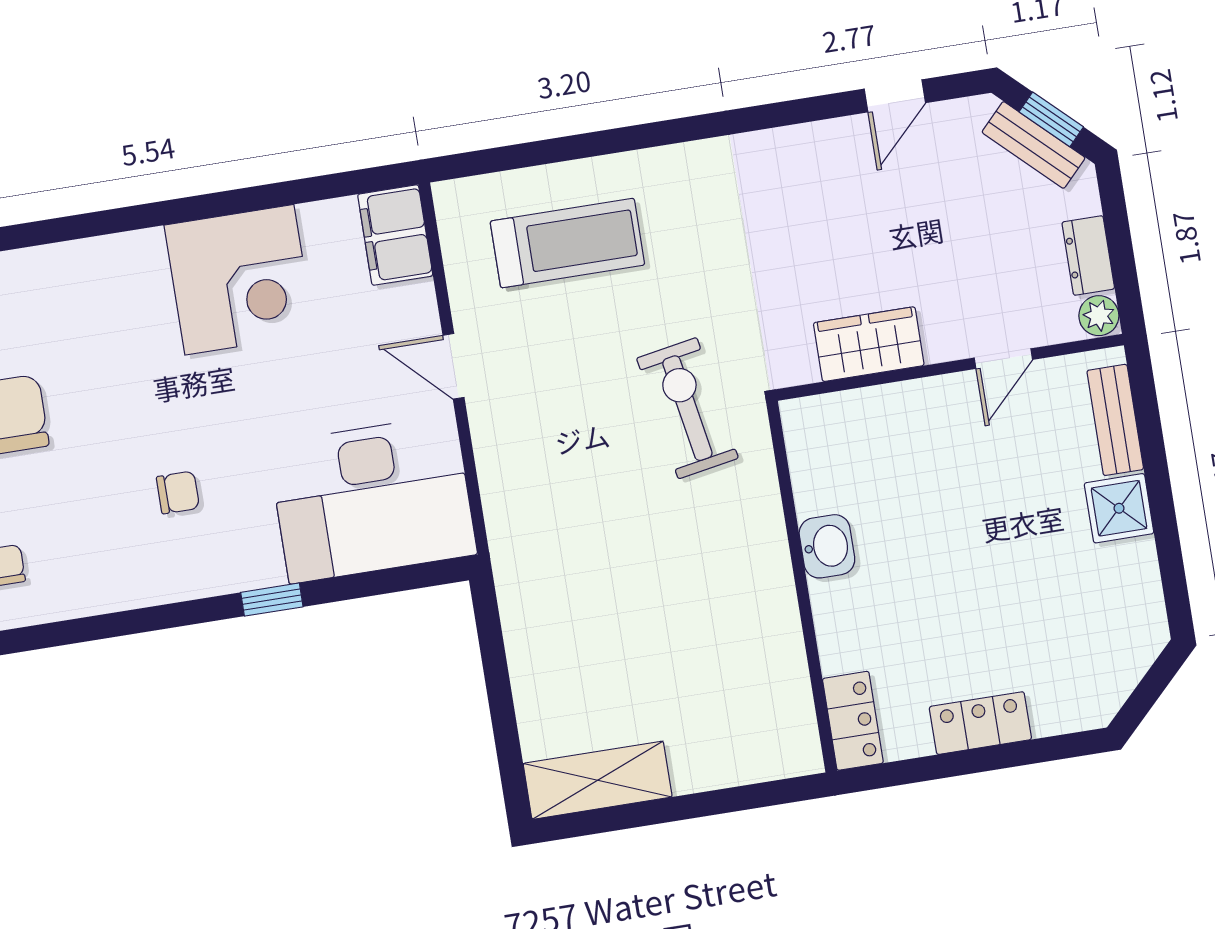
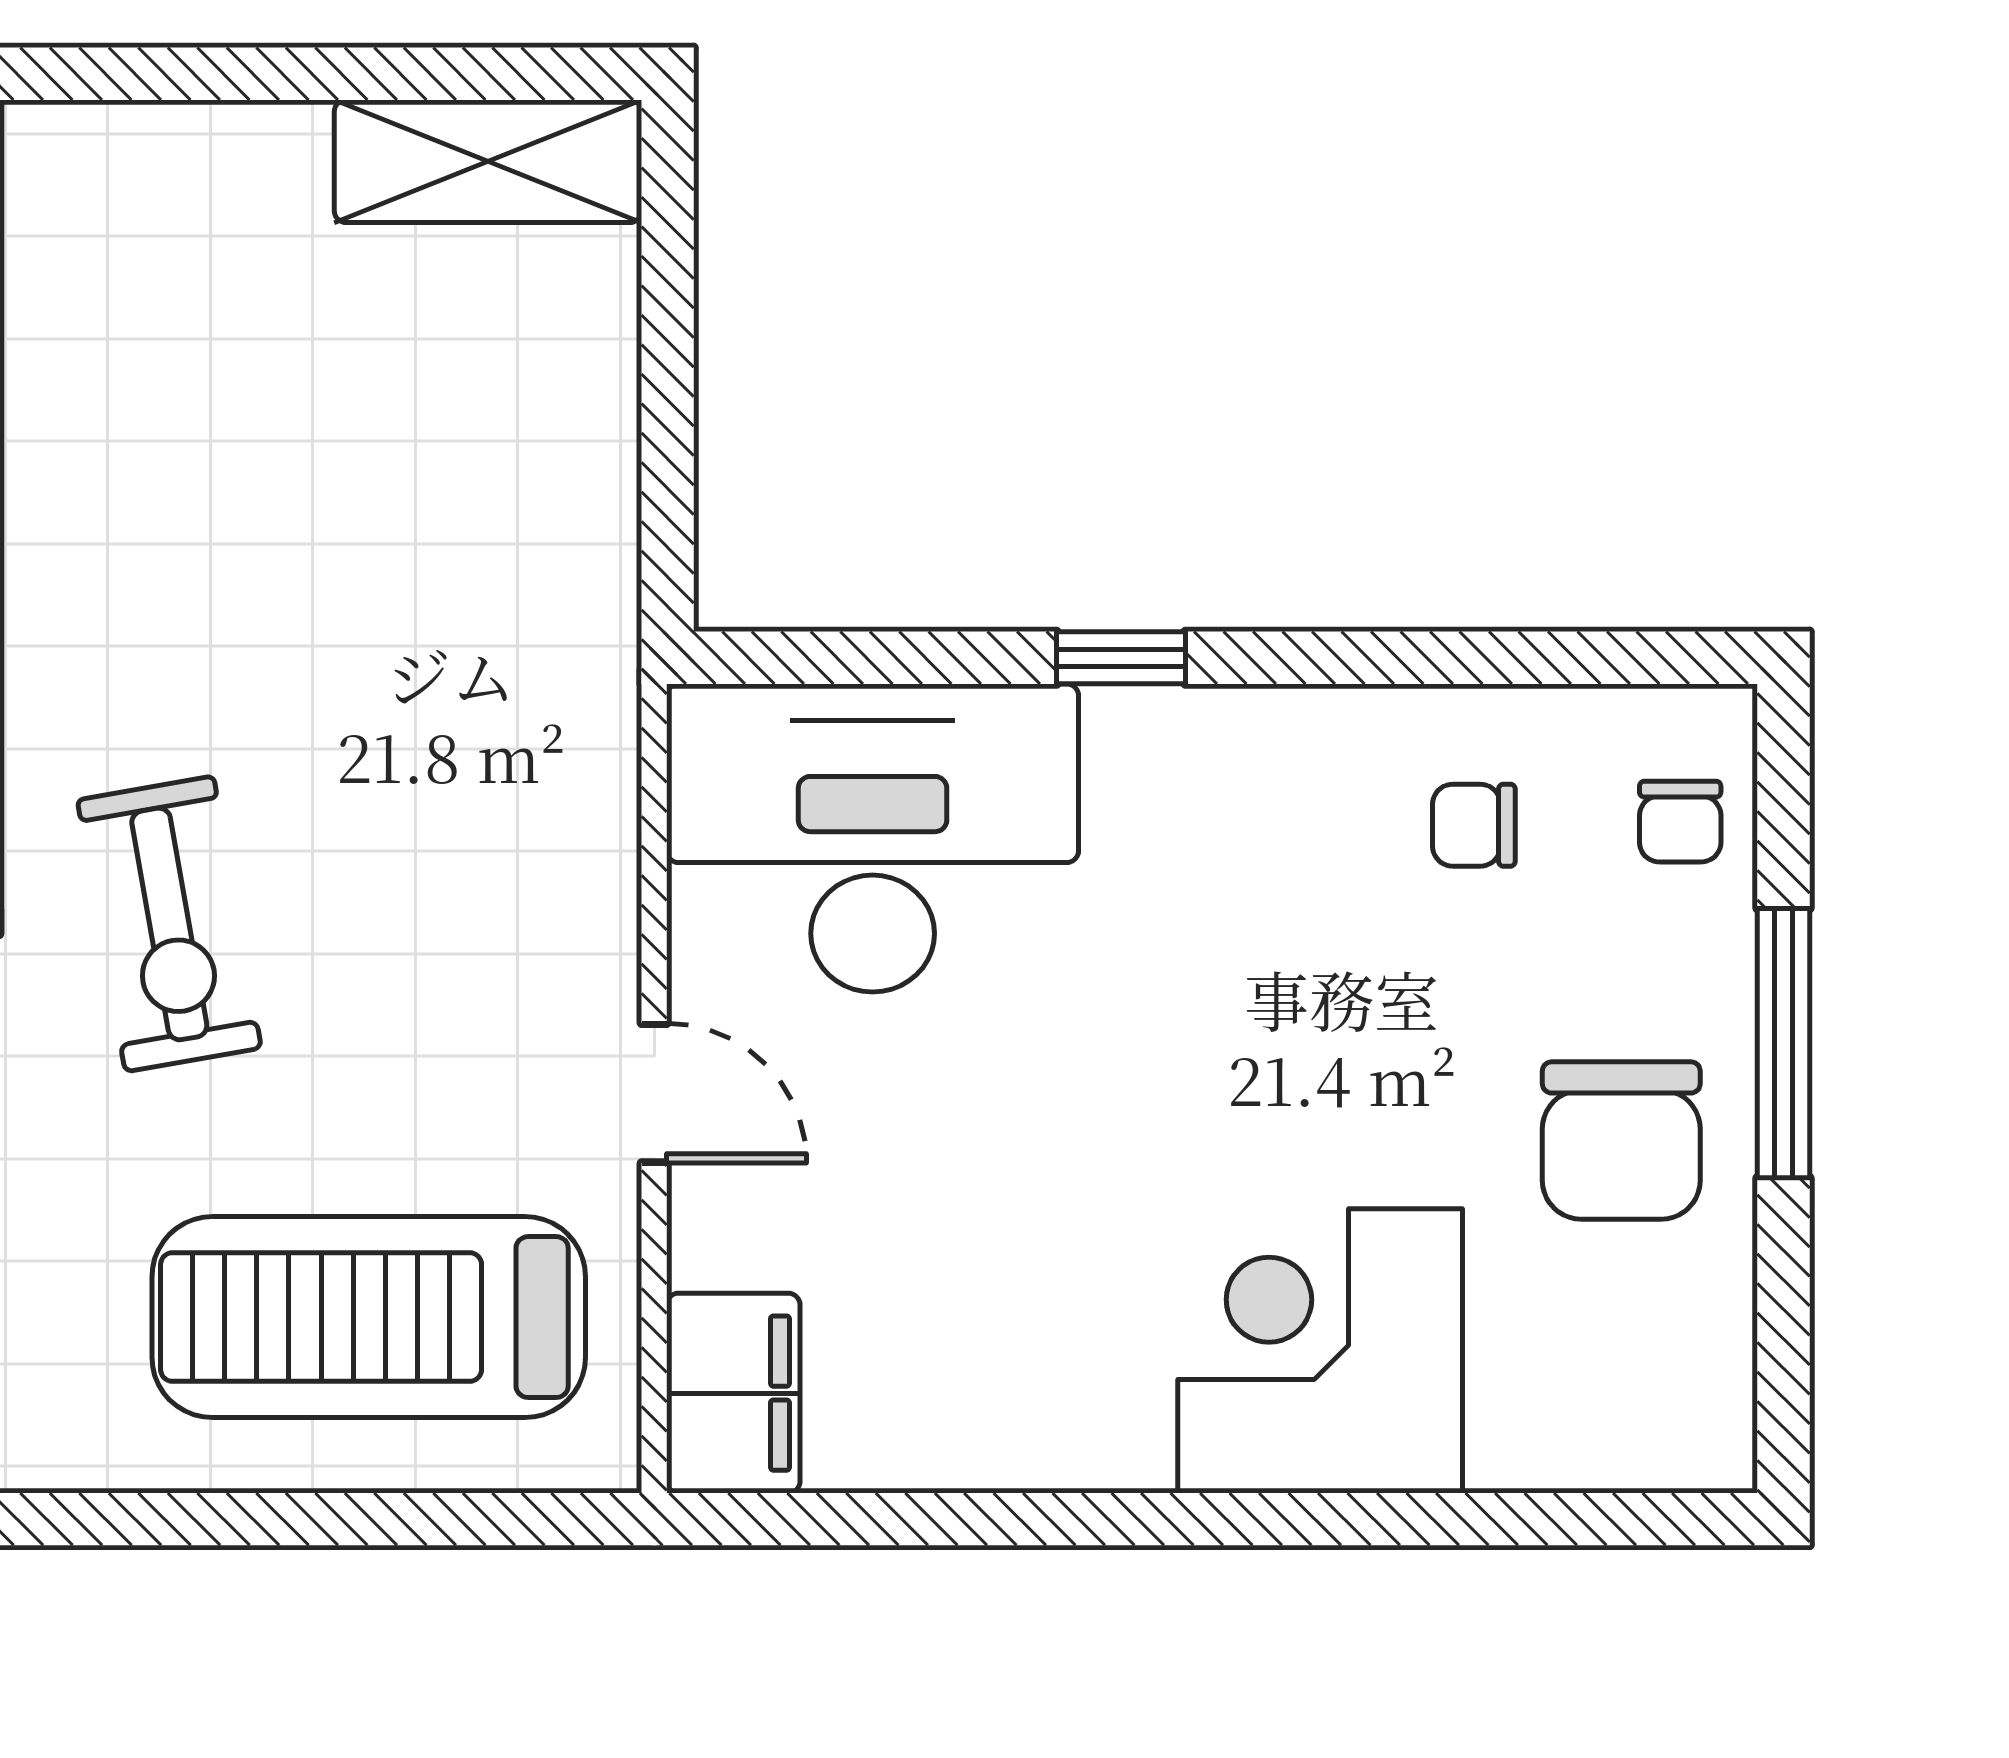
treadmill: (567, 243) -> (369, 1317), width x1.37, depth x1.38
corner desk: (239, 280) -> (1320, 1351), moved
chair: (178, 492) -> (1474, 825), moved

